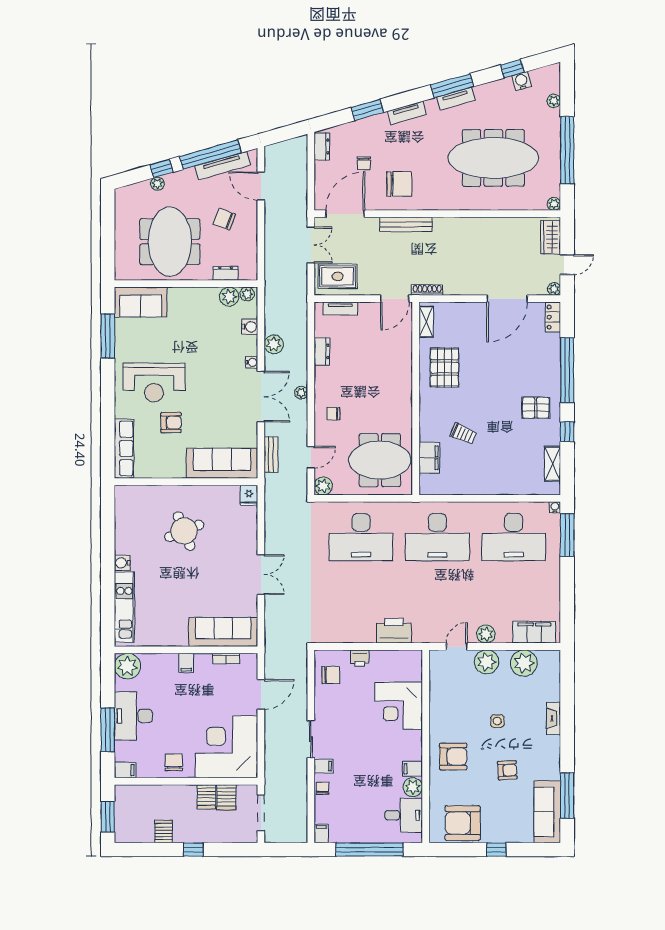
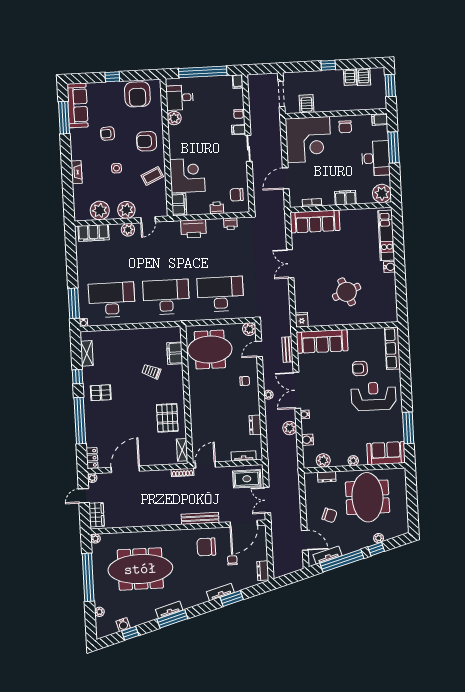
tv unit: (407, 113) -> (220, 592), moved
tv unit: (223, 166) -> (328, 555), width x0.71
plant: (247, 294) -> (353, 461), moved
printer: (342, 635) -> (230, 224), added
filing cabinet: (186, 663) -> (345, 198), width x2.00
coffee table: (448, 708) -> (152, 176), added
filing cabinet: (412, 769) -> (179, 204), moved, width x2.00
server rack: (206, 797) -> (364, 77), moved, turned 180
armchair: (463, 823) -> (137, 94), turned 90

